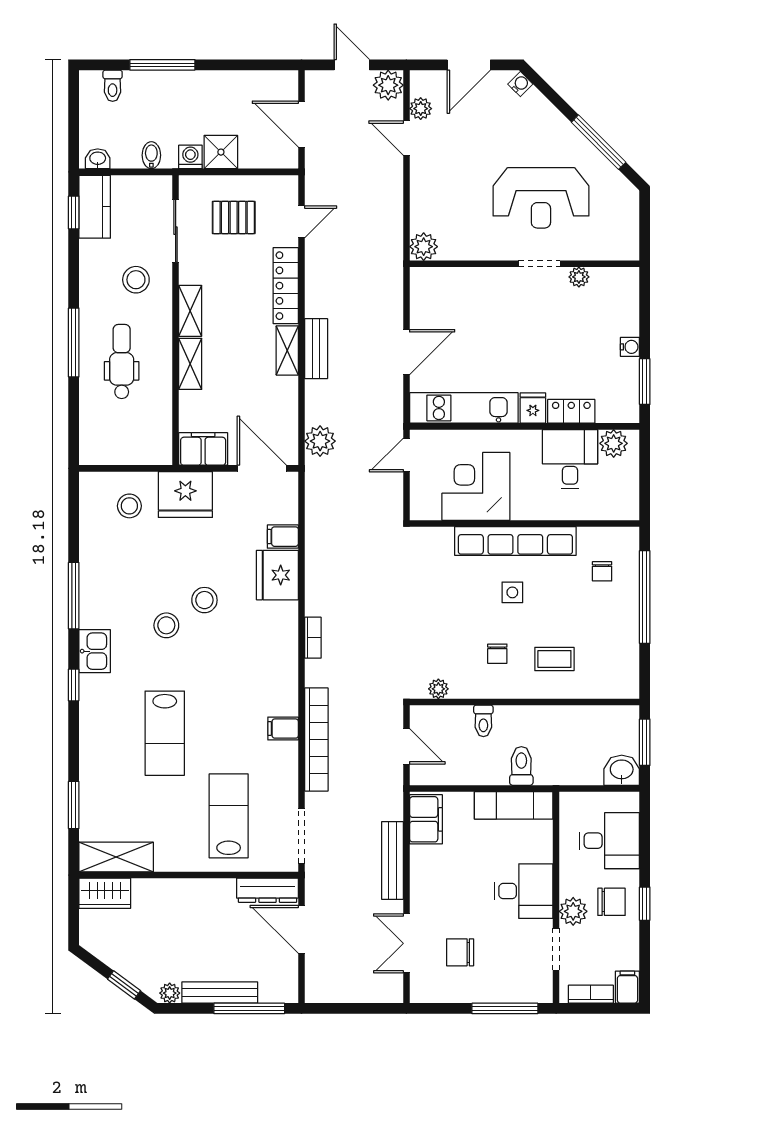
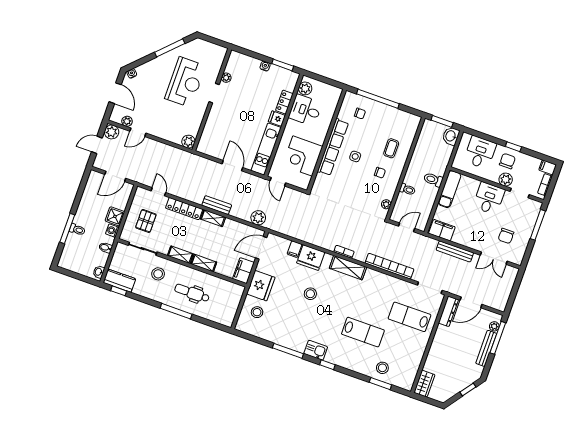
toilet: (113, 86) -> (77, 230), moved
stool: (166, 625) -> (382, 368), moved
filing cabinet: (283, 729) -> (379, 279), removed
shelving: (116, 857) -> (348, 268), moved, turned 90
plant: (170, 993) -> (494, 326), moved

